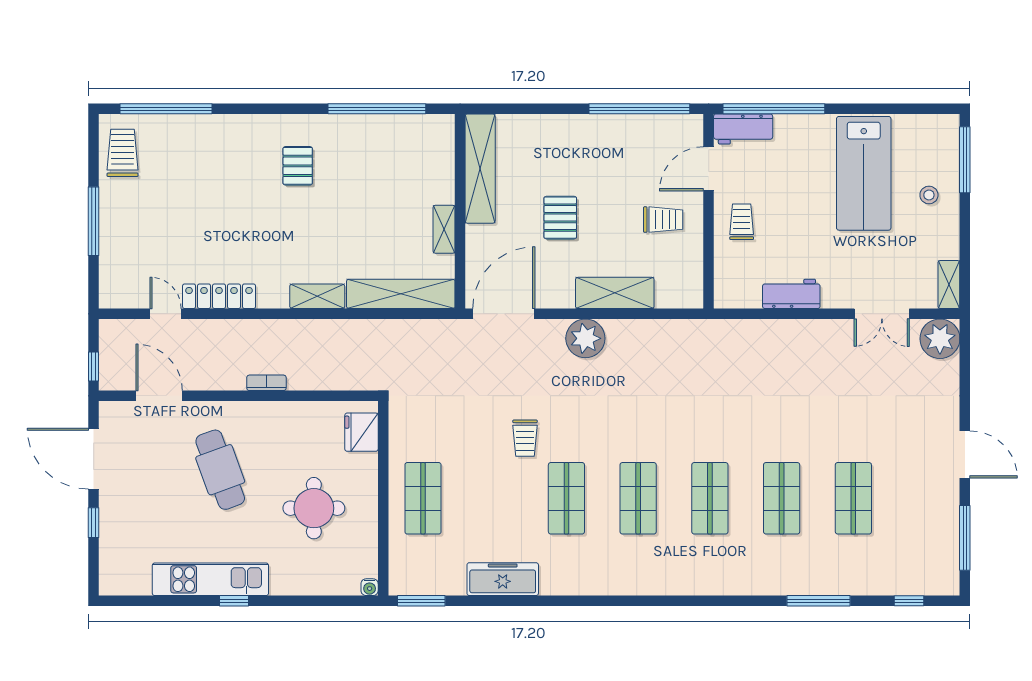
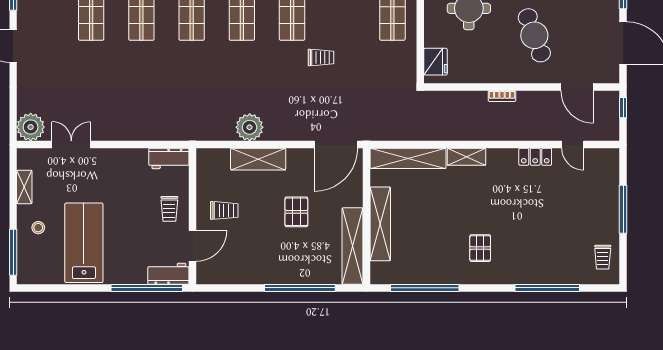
window: (166, 109) -> (547, 288), moved
window: (639, 109) -> (300, 288), moved
trolley: (123, 153) -> (603, 257), width x0.73, depth x0.72
trolley: (663, 220) -> (224, 210), turned 180
shelving: (444, 229) -> (380, 224), width x2.20, depth x1.33
shelving: (949, 285) -> (24, 187), moved
workbench: (791, 294) -> (169, 158), moved
locker: (219, 296) -> (535, 157), width x0.66
plant: (585, 338) -> (250, 127), moved
trolley: (525, 438) -> (321, 57), turned 90

